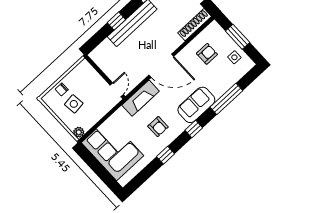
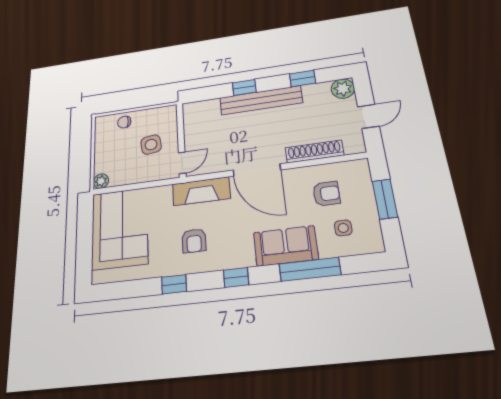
shoe rack: (195, 25) -> (314, 151), moved
side table: (234, 57) -> (343, 228), moved
side table: (74, 104) -> (151, 145), moved
sofa: (196, 105) -> (286, 246), moved

